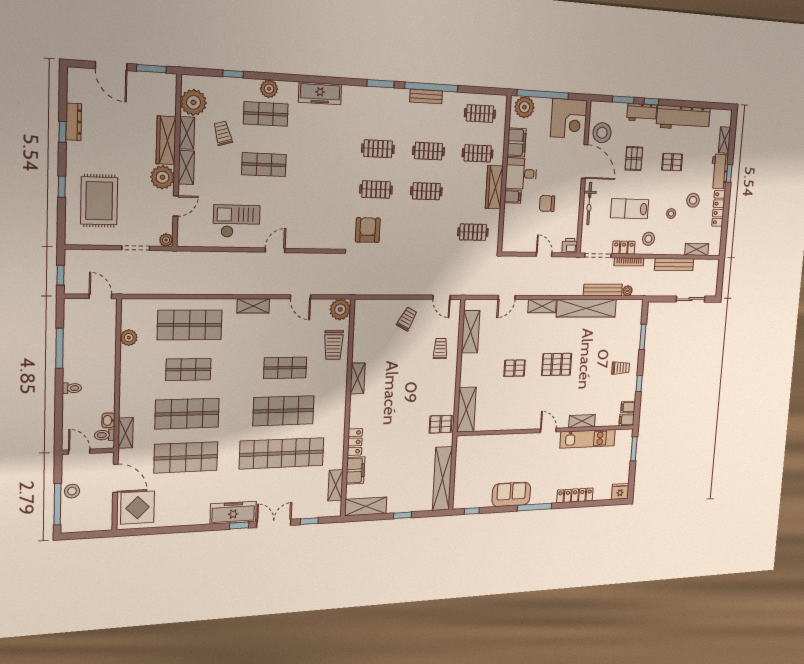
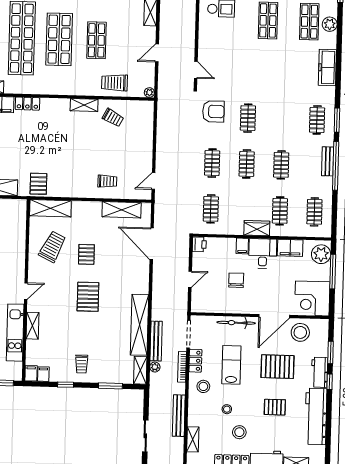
window: (543, 94) -> (333, 272), width x0.68
clothes rail: (378, 149) -> (317, 120), moved
pallet: (634, 159) -> (278, 367), width x1.50, depth x1.42
pallet: (672, 162) -> (275, 407), turned 90
wardrobe: (494, 187) -> (257, 228), width x0.67
clothes rail: (424, 231) -> (212, 163), added
printer: (570, 246) -> (199, 244), moved
door: (275, 250) -> (196, 70), moved
door: (507, 297) -> (152, 244), width x1.87
shelving: (542, 306) -> (140, 370), moved
plant: (340, 309) -> (149, 93), width x0.53, depth x0.53
trolley: (407, 319) -> (113, 118), moved
trolley: (505, 405) -> (52, 247), added

